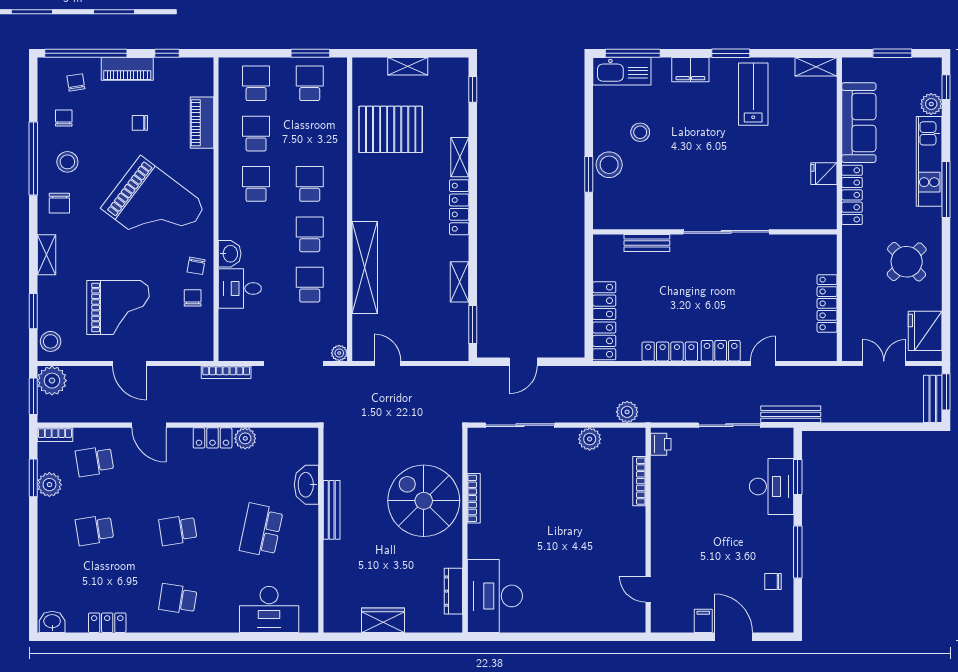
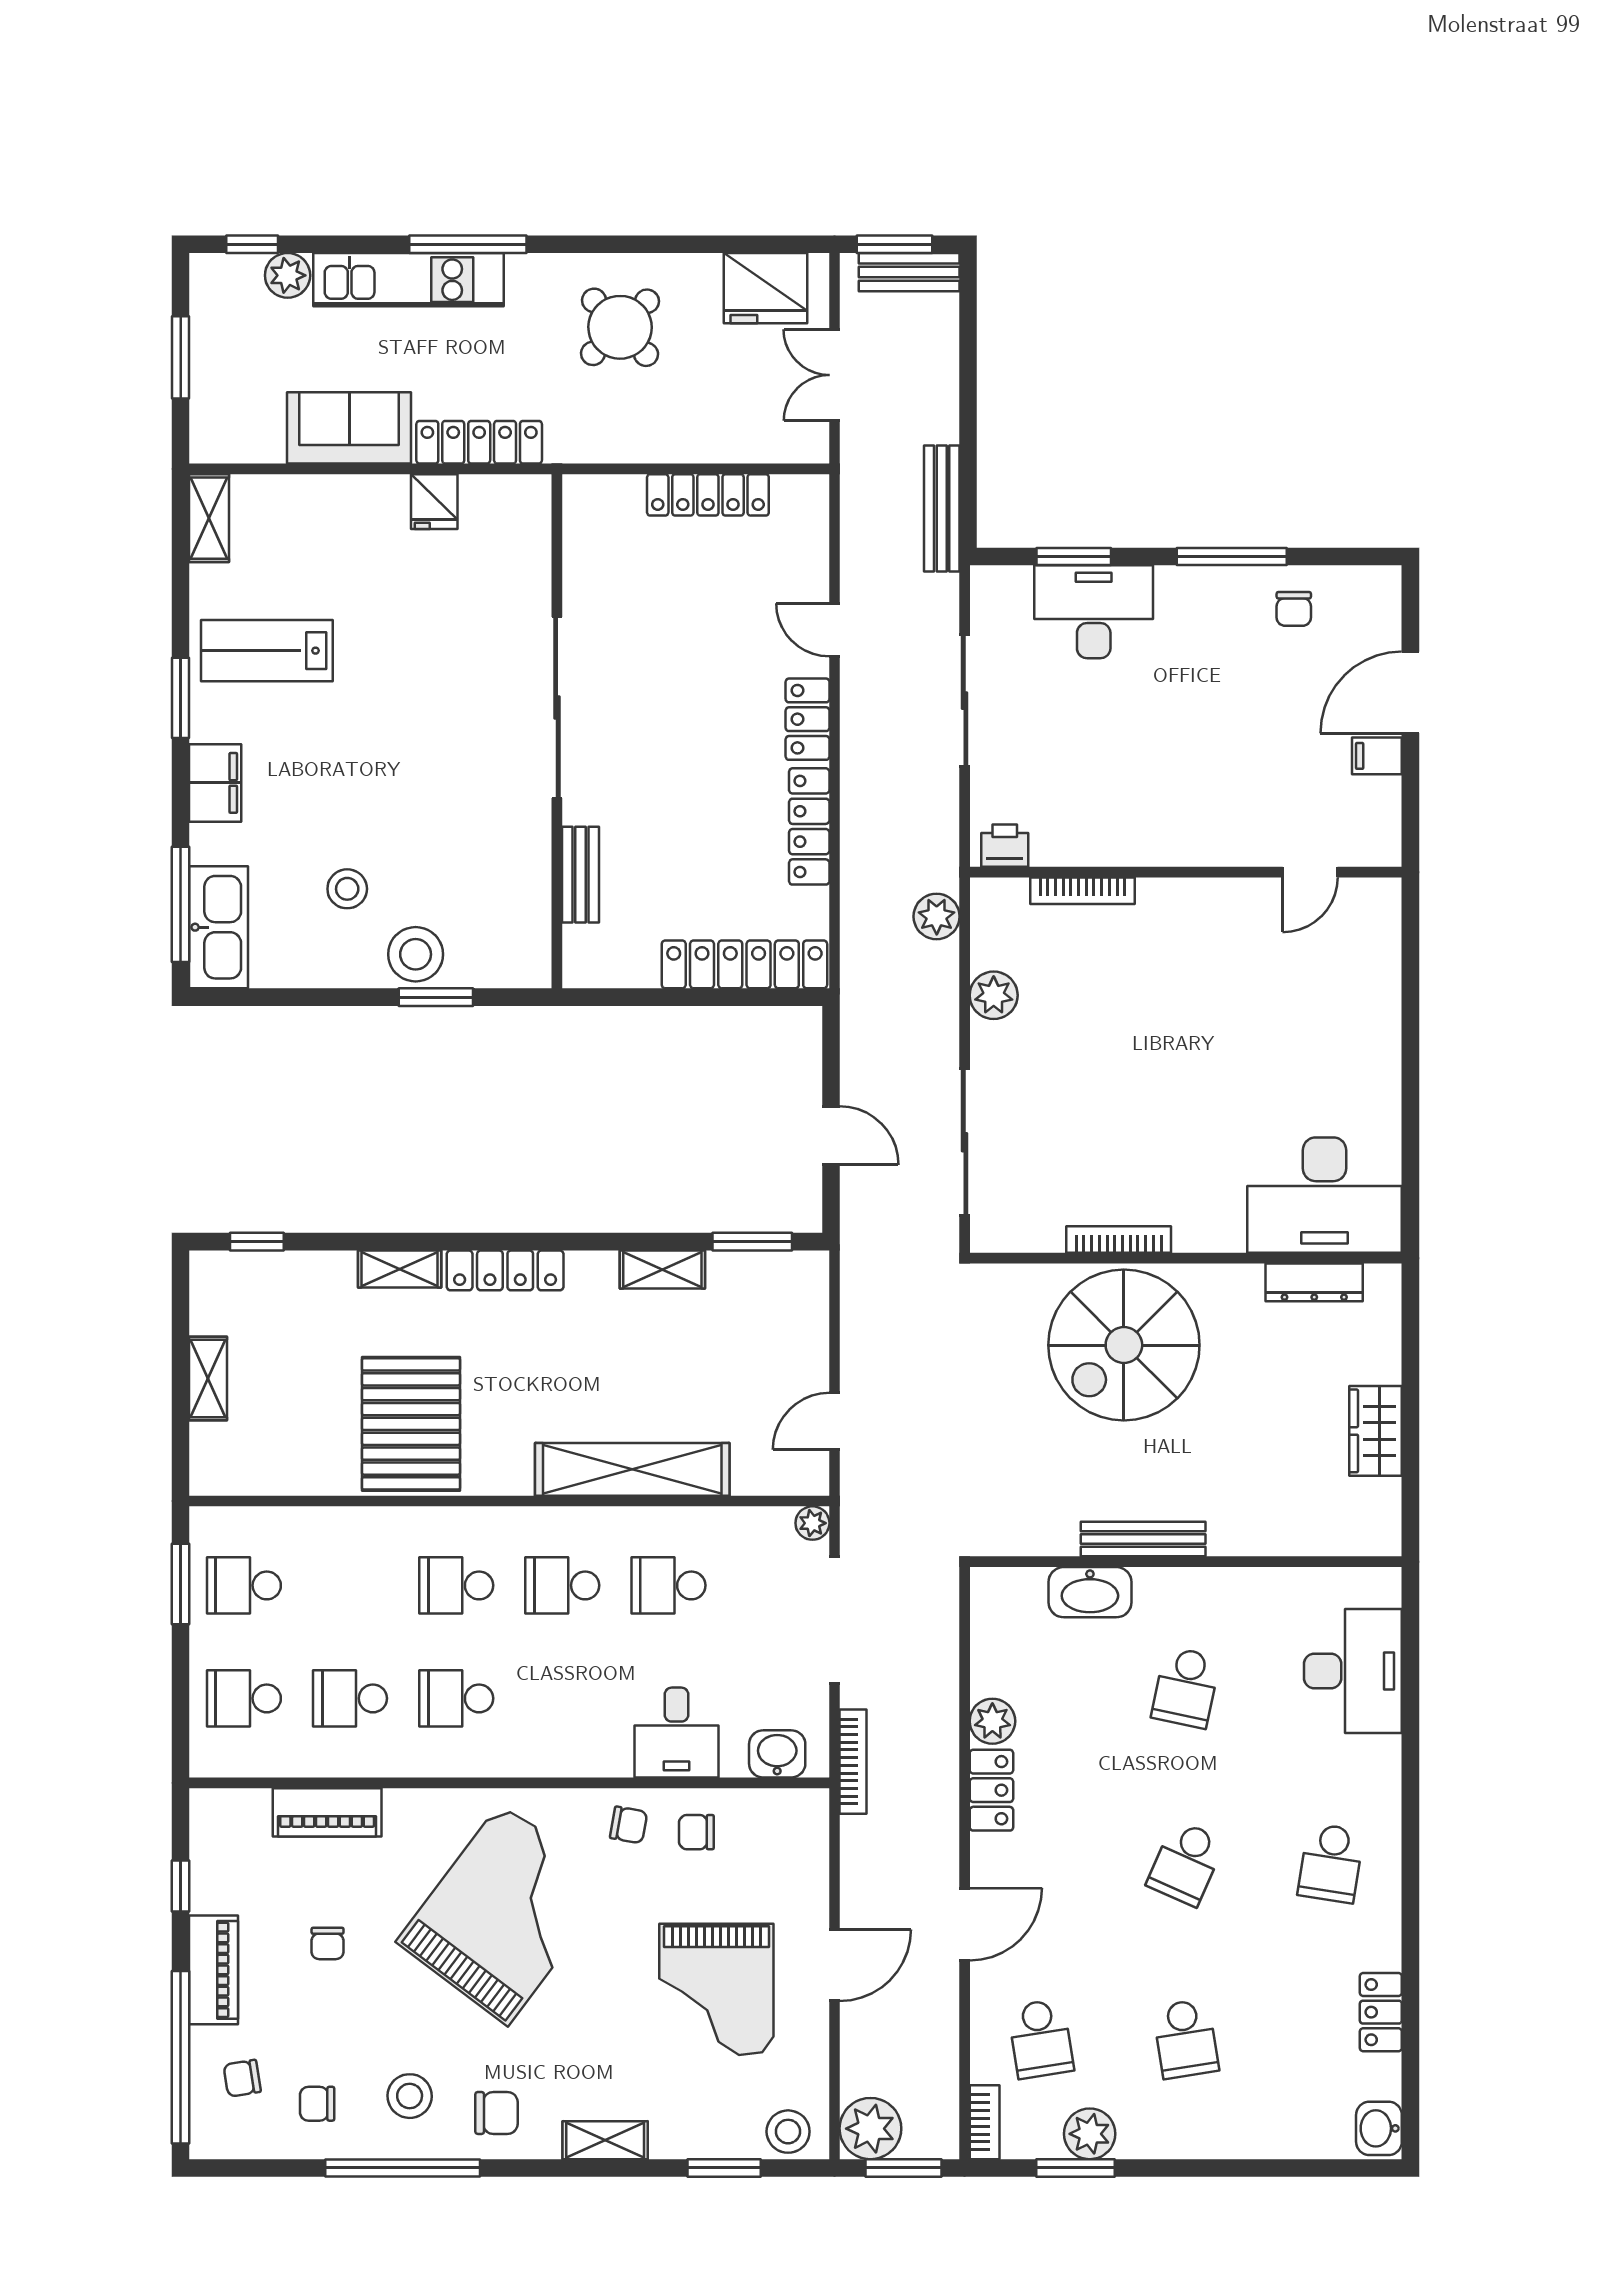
sofa: (859, 123) -> (349, 428), width x0.73
pallet: (391, 129) -> (411, 1424), moved
washbasin: (230, 254) -> (777, 1754), moved
grand piano: (118, 307) -> (716, 1989), turned 180
bench: (791, 414) -> (942, 509), moved
school desk: (178, 530) -> (1186, 1863), turned 33
school desk: (261, 530) -> (1186, 1687), width x0.54

